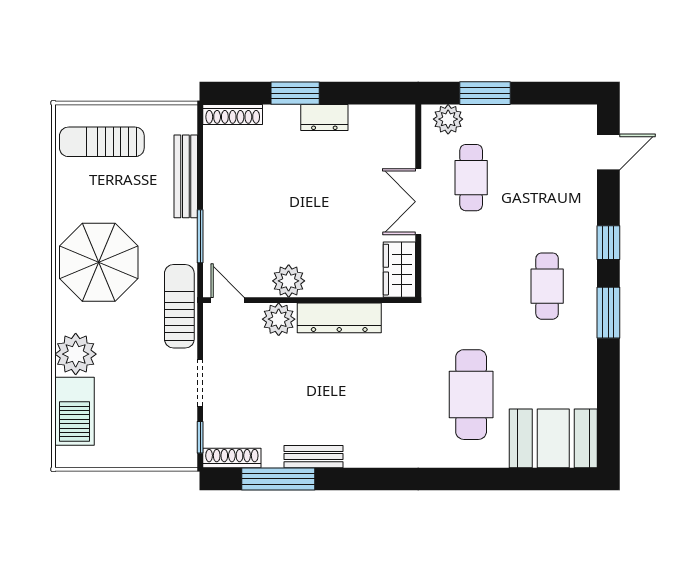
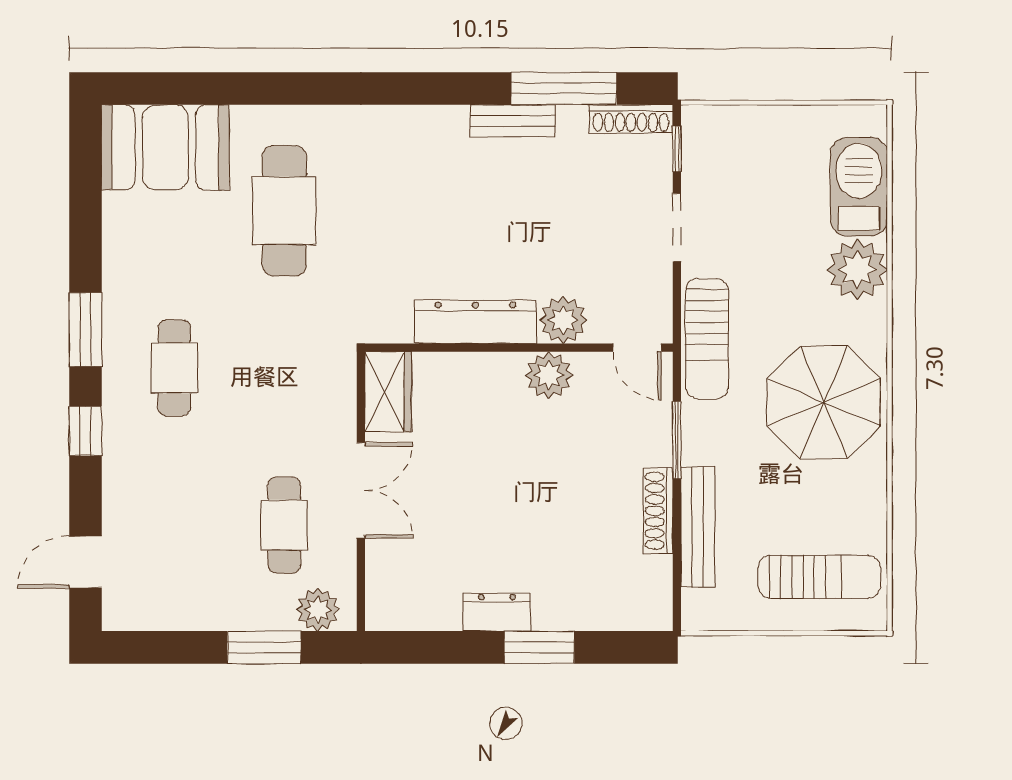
shoe rack: (233, 114) -> (658, 511), moved, turned -90

